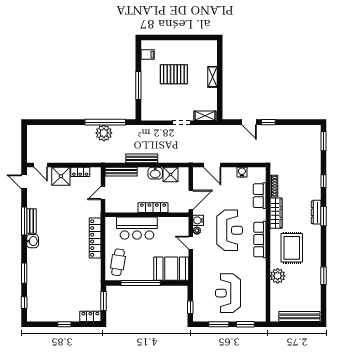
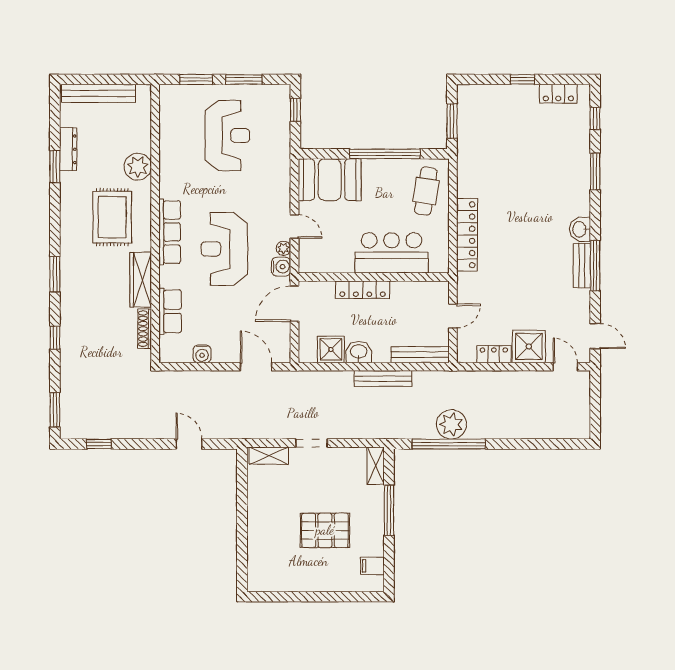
shelving: (212, 77) -> (376, 466), moved
window: (268, 122) -> (99, 444), moved
dresser: (316, 212) -> (68, 149), moved
locker: (90, 316) -> (558, 94), moved

